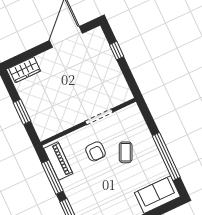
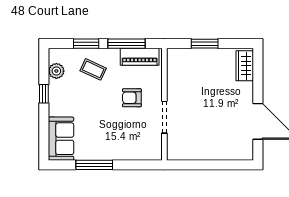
window: (117, 51) -> (221, 165), removed
coffee table: (126, 152) -> (93, 69), moved
window: (166, 157) -> (94, 165), width x0.68

